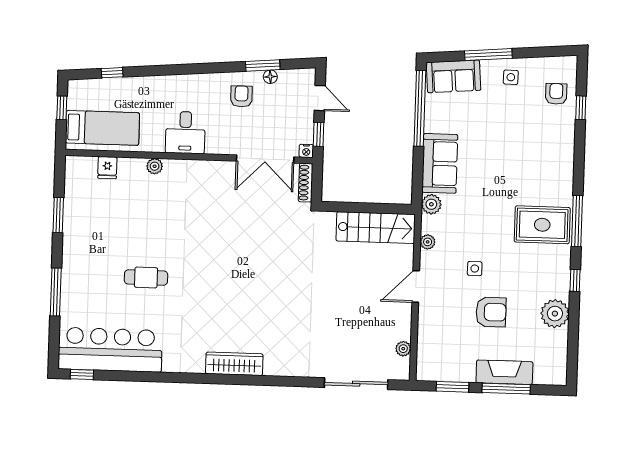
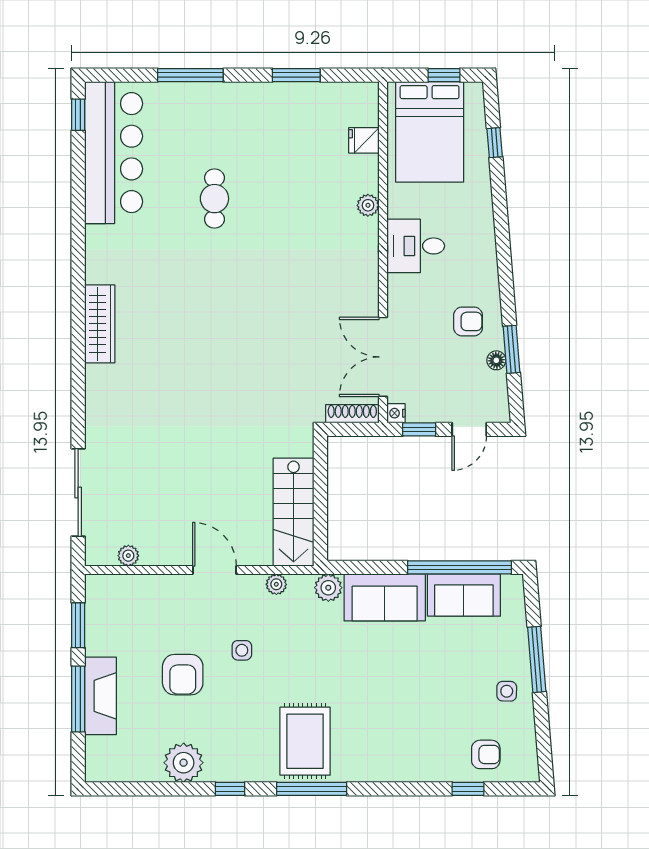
sofa: (453, 76) -> (464, 595), moved, turned -85
bed: (102, 128) -> (430, 132), width x1.50

